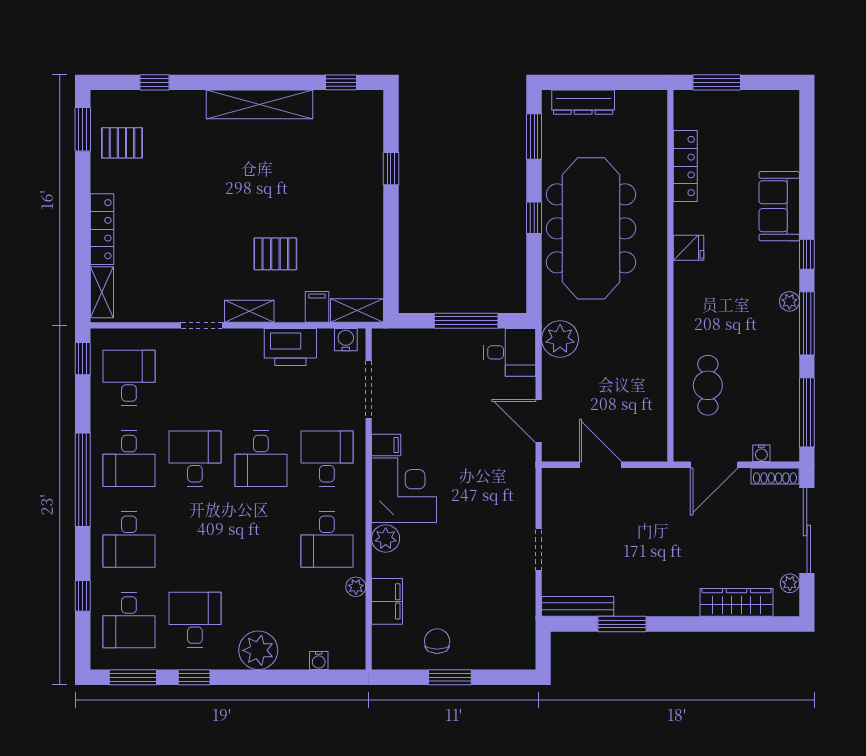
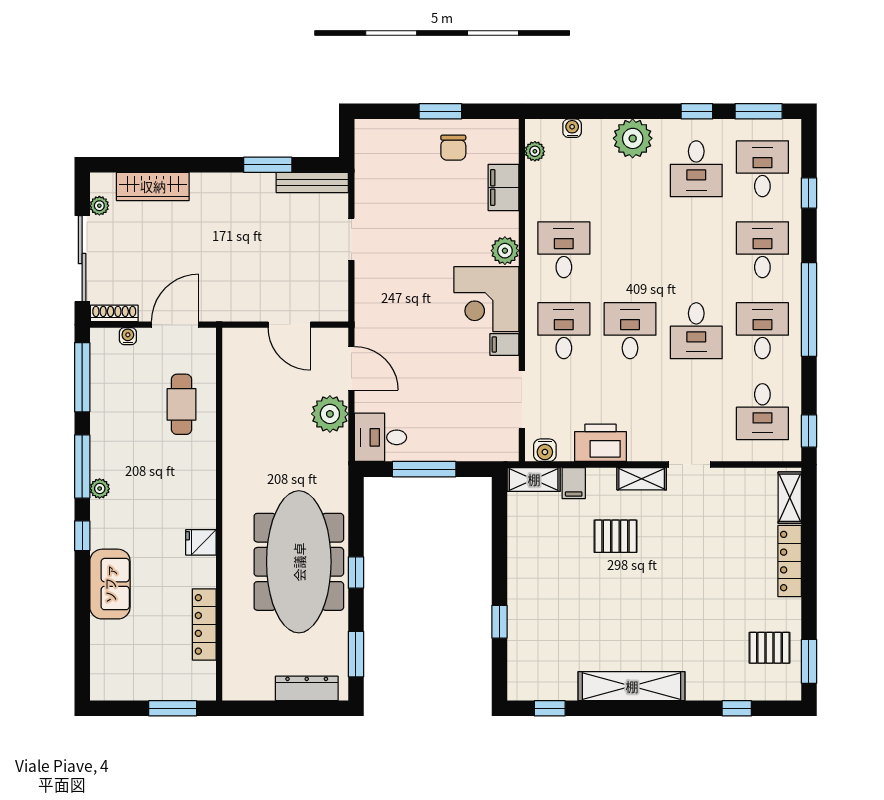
plant: (560, 339) -> (330, 414), moved
desk: (327, 459) -> (564, 331), turned 180
plant: (356, 587) -> (535, 151), moved

